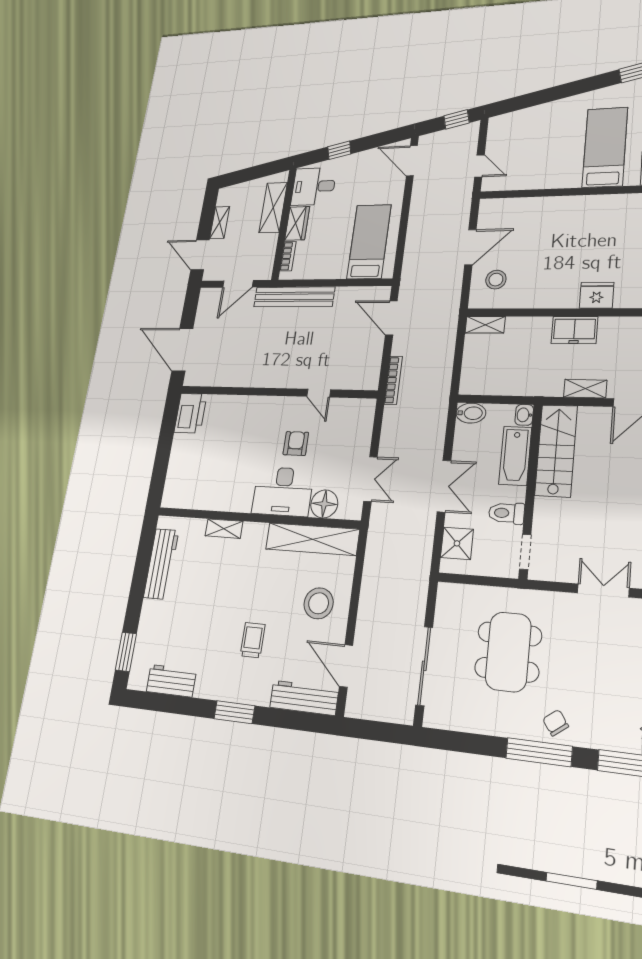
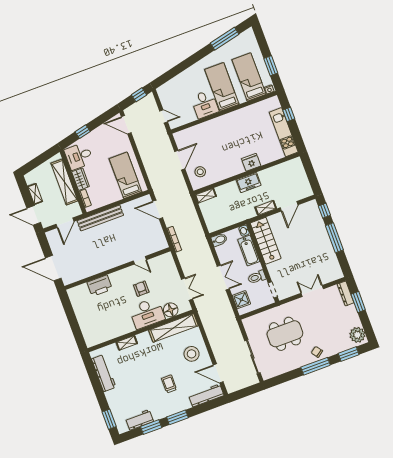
desk: (560, 167) -> (205, 104), added
shelving: (273, 208) -> (64, 182), width x1.47
printer: (190, 413) -> (100, 286), moved, turned 90
dining table: (508, 652) -> (285, 334), turned 90
window: (183, 705) -> (151, 427), added

